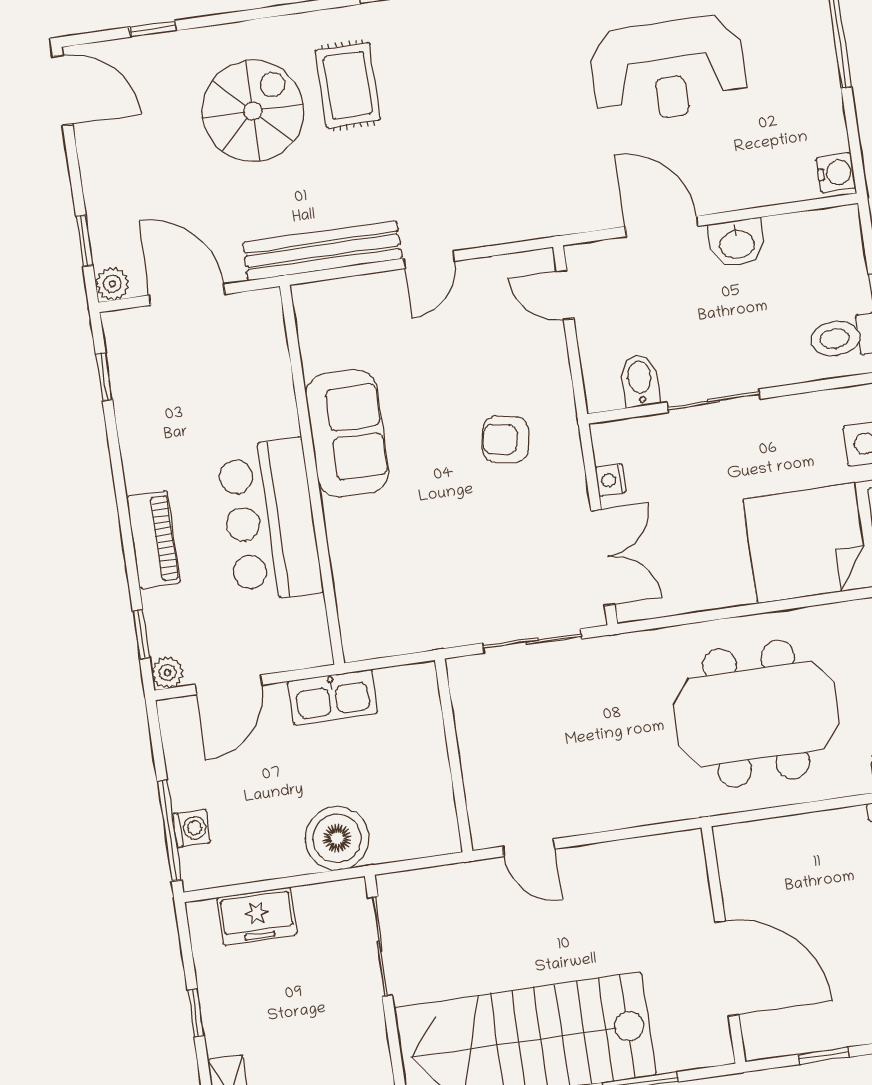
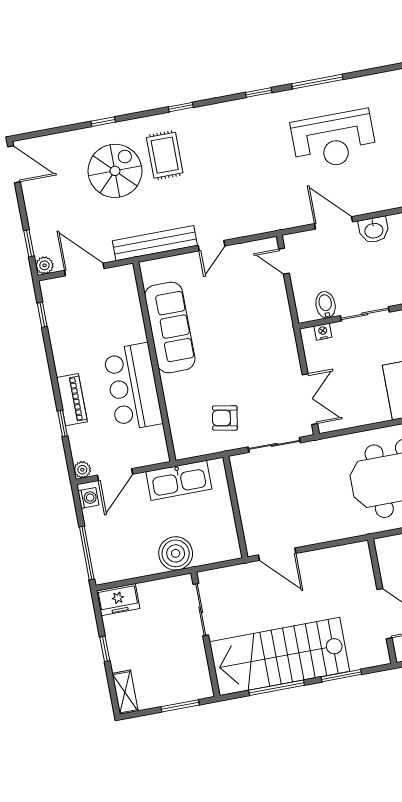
window: (153, 29) -> (103, 122), moved
sofa: (347, 433) -> (170, 327), width x1.36
armchair: (506, 439) -> (225, 418), moved
nightstand: (611, 480) -> (323, 332), moved, turned 90
window: (141, 634) -> (63, 423), moved
kitchen sink: (333, 697) -> (179, 480), width x1.36, depth x1.24
washing machine: (191, 828) -> (88, 498), moved
door: (529, 848) -> (277, 554), width x1.37
freezer: (257, 916) -> (118, 600), moved

